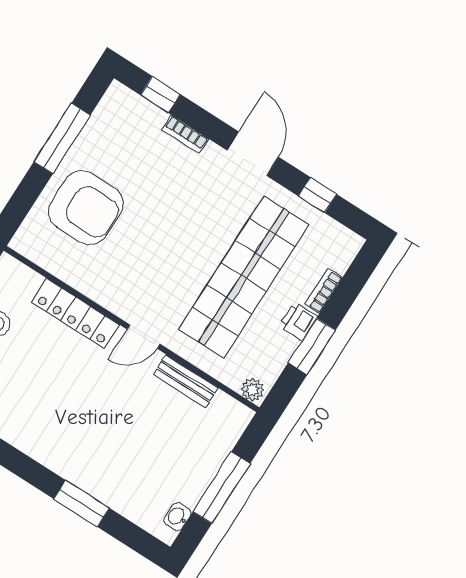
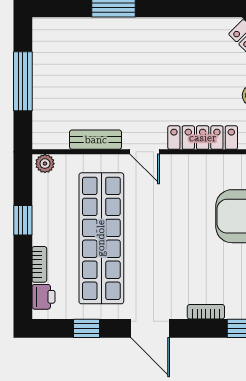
printer: (298, 321) -> (43, 297), moved
door: (143, 337) -> (145, 152), swing flipped
window: (312, 346) -> (23, 220), width x0.67
washbasin: (177, 517) -> (41, 41), removed

